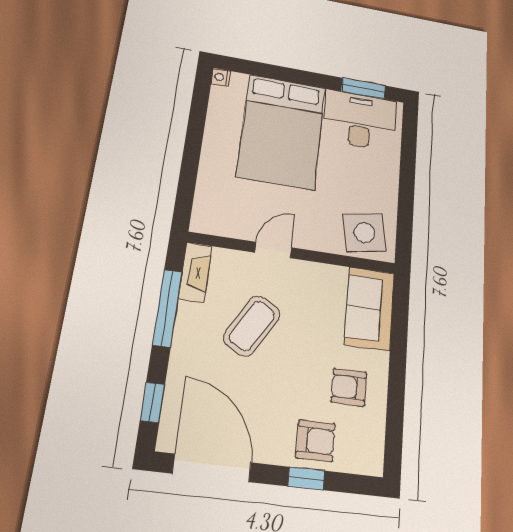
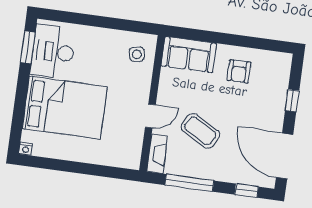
side table: (364, 233) -> (137, 54), width x0.54, depth x0.54
door: (273, 250) -> (150, 116), swing flipped
fireplace: (195, 272) -> (157, 154), moved, turned 90
armchair: (315, 441) -> (271, 94), removed
door: (212, 468) -> (285, 156), hinge flipped

